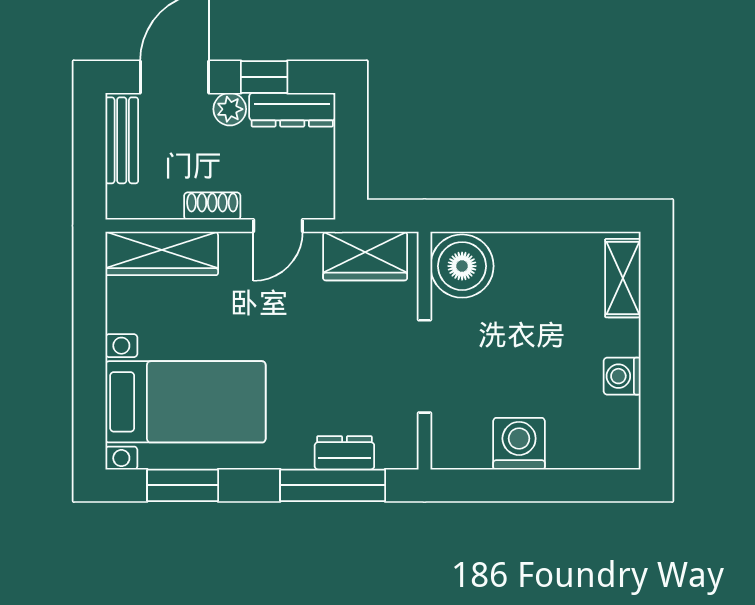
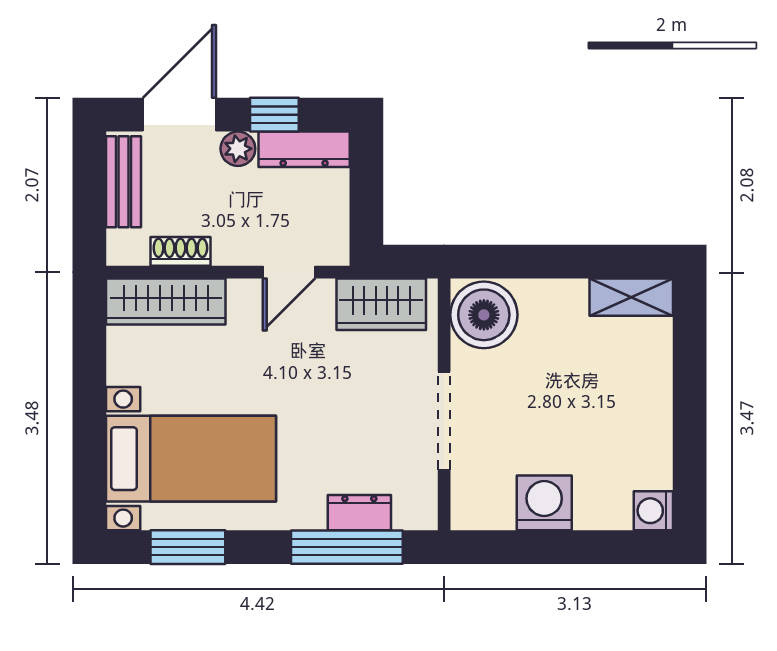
shoe rack: (212, 206) -> (180, 251), moved
shelving: (623, 278) -> (631, 297), moved, turned 90
washing machine: (622, 376) -> (653, 511), moved

